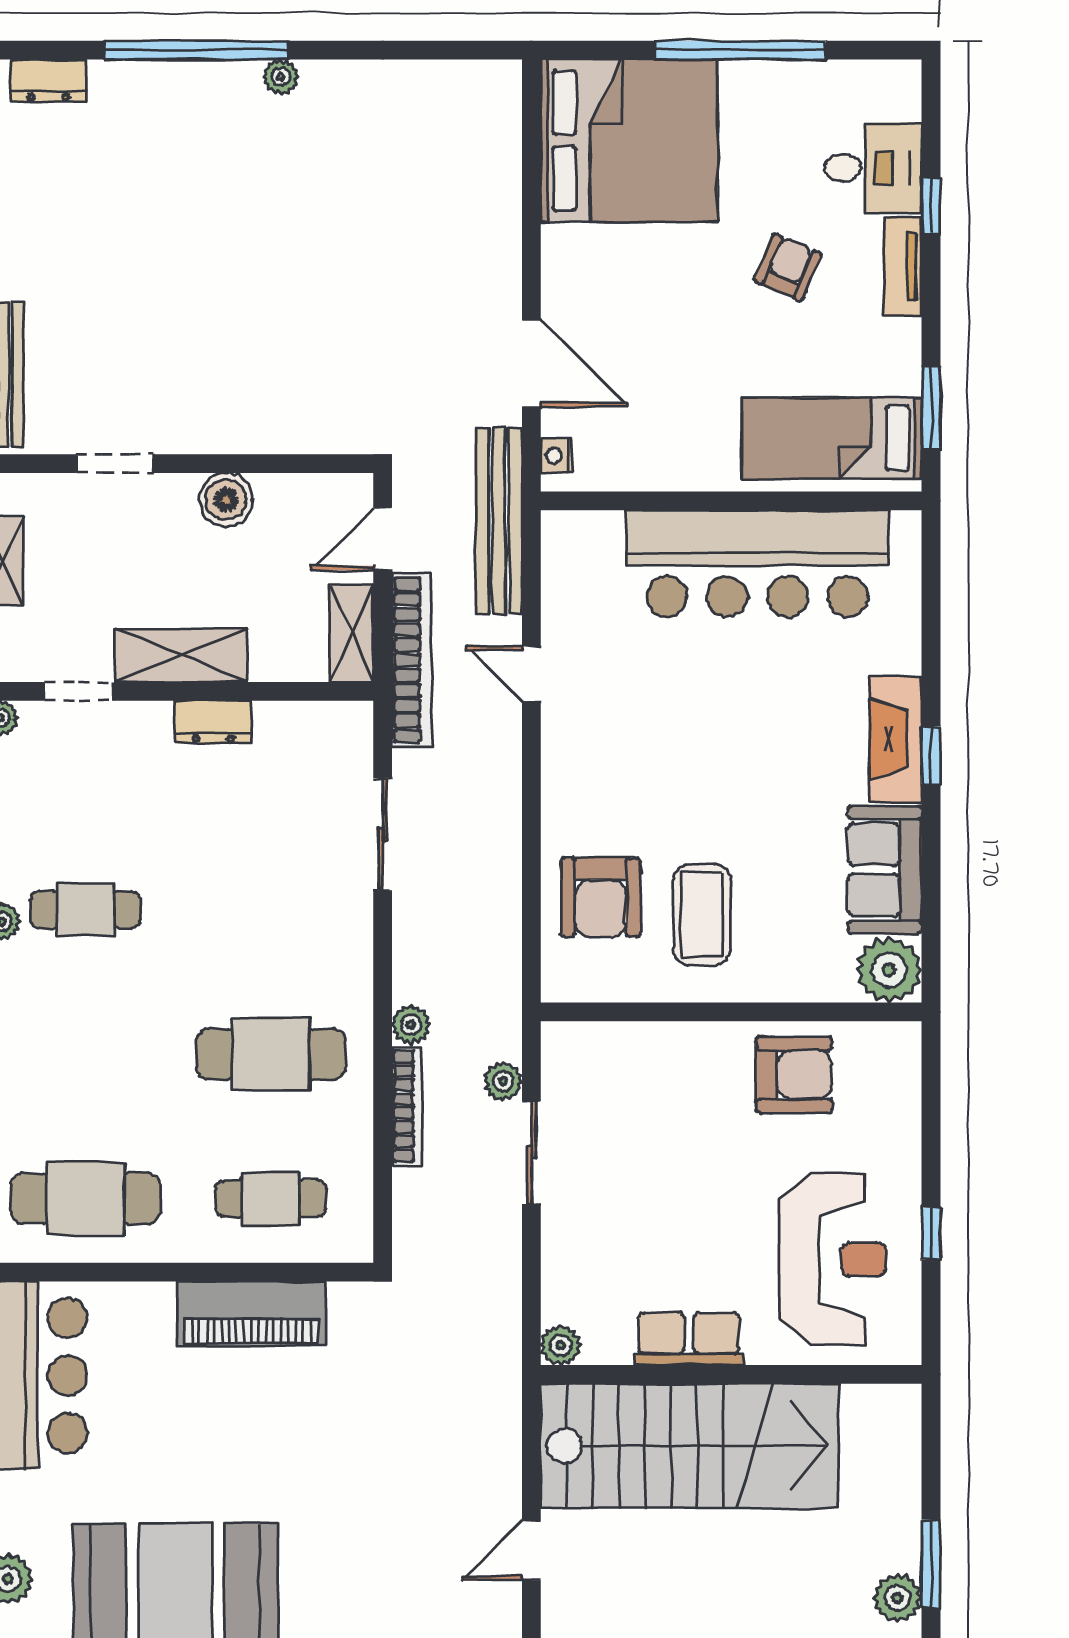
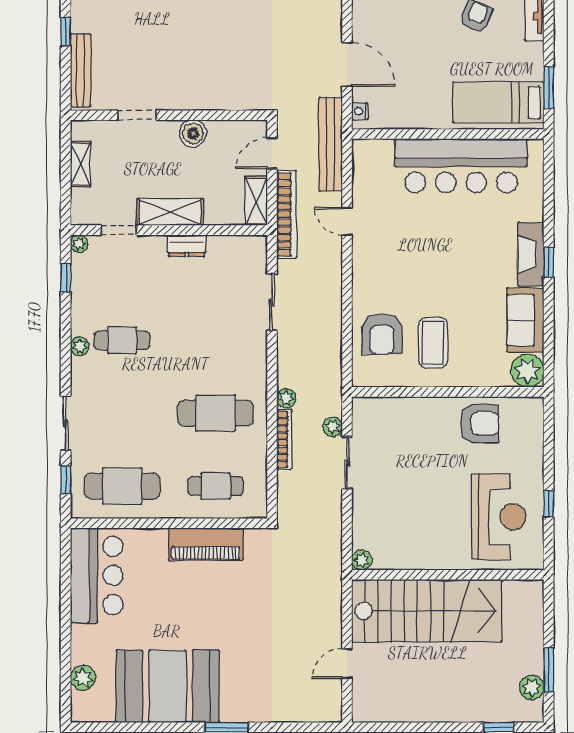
row of seats: (689, 1339) -> (427, 557), removed

